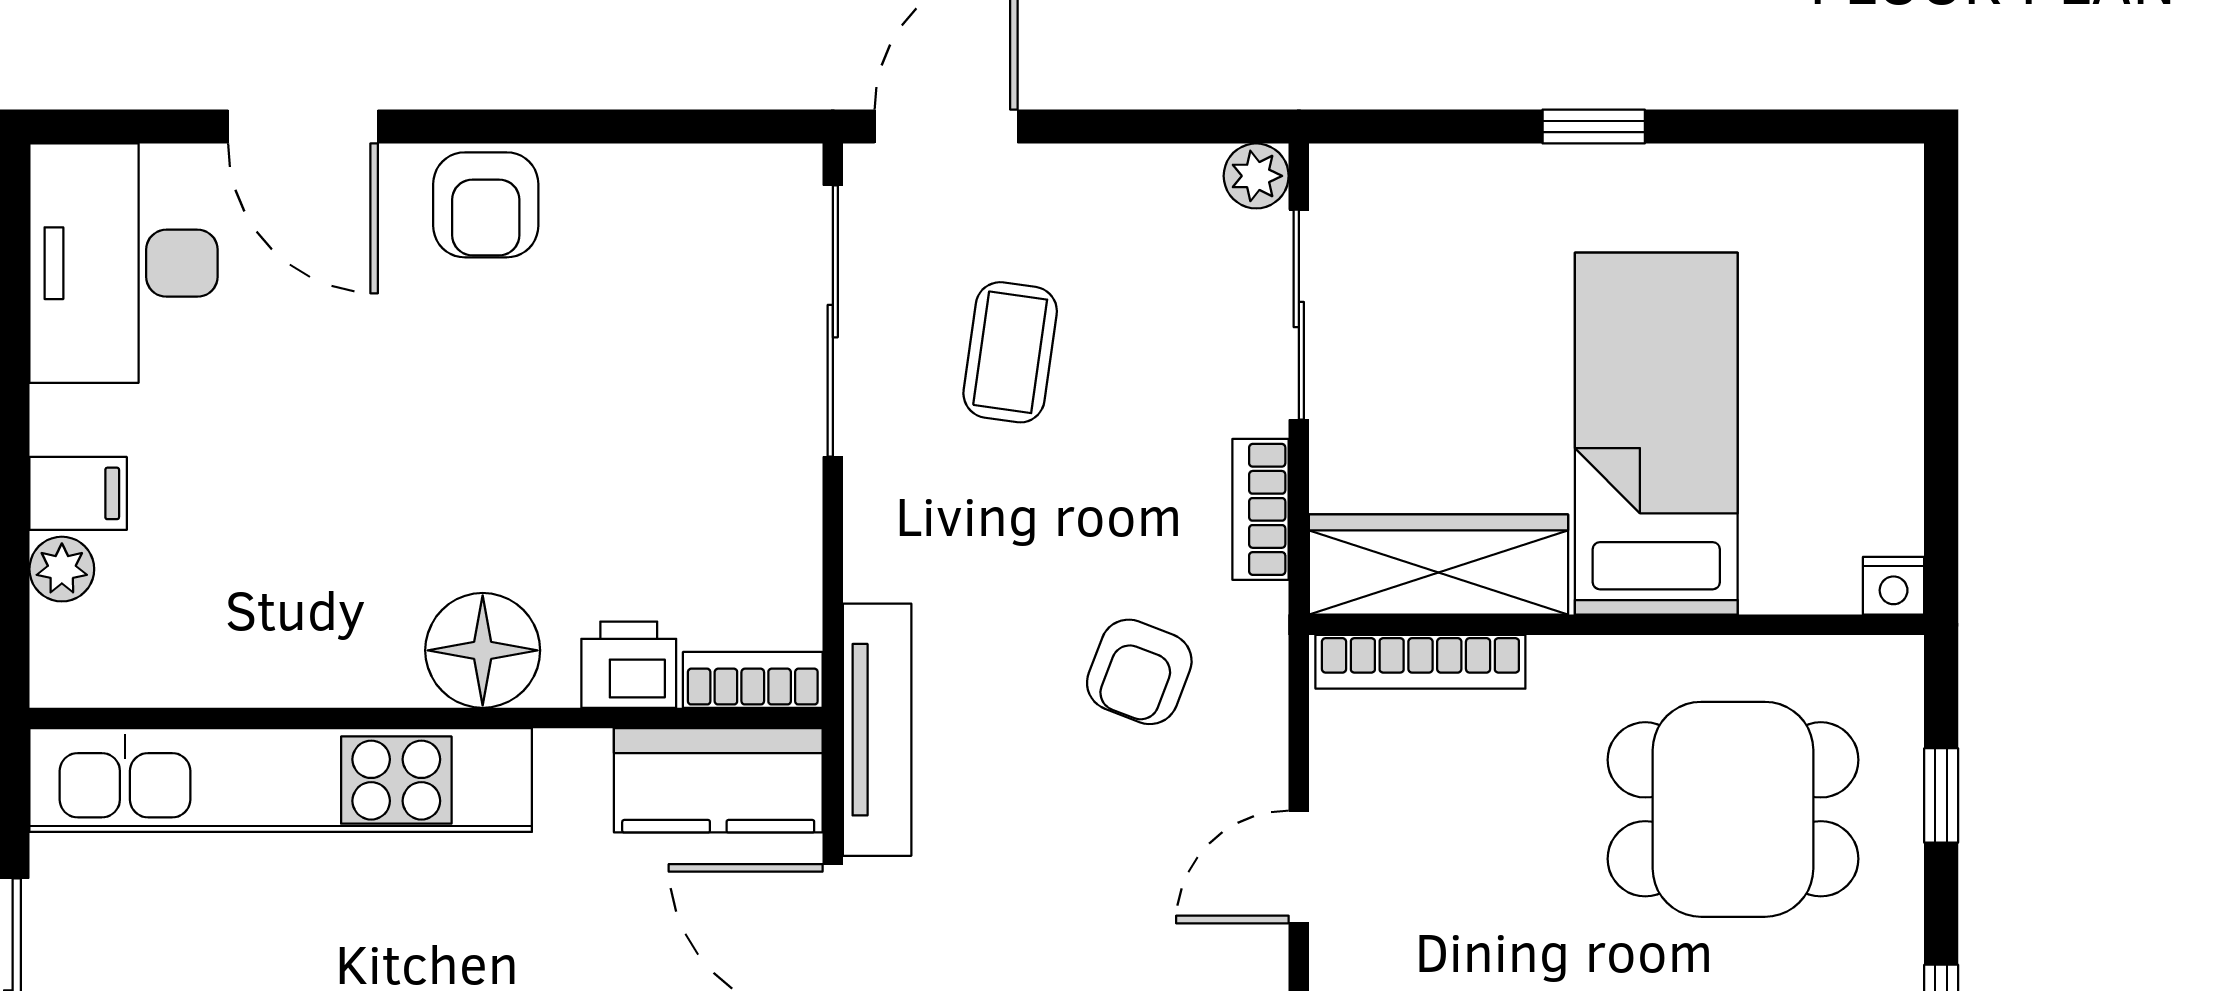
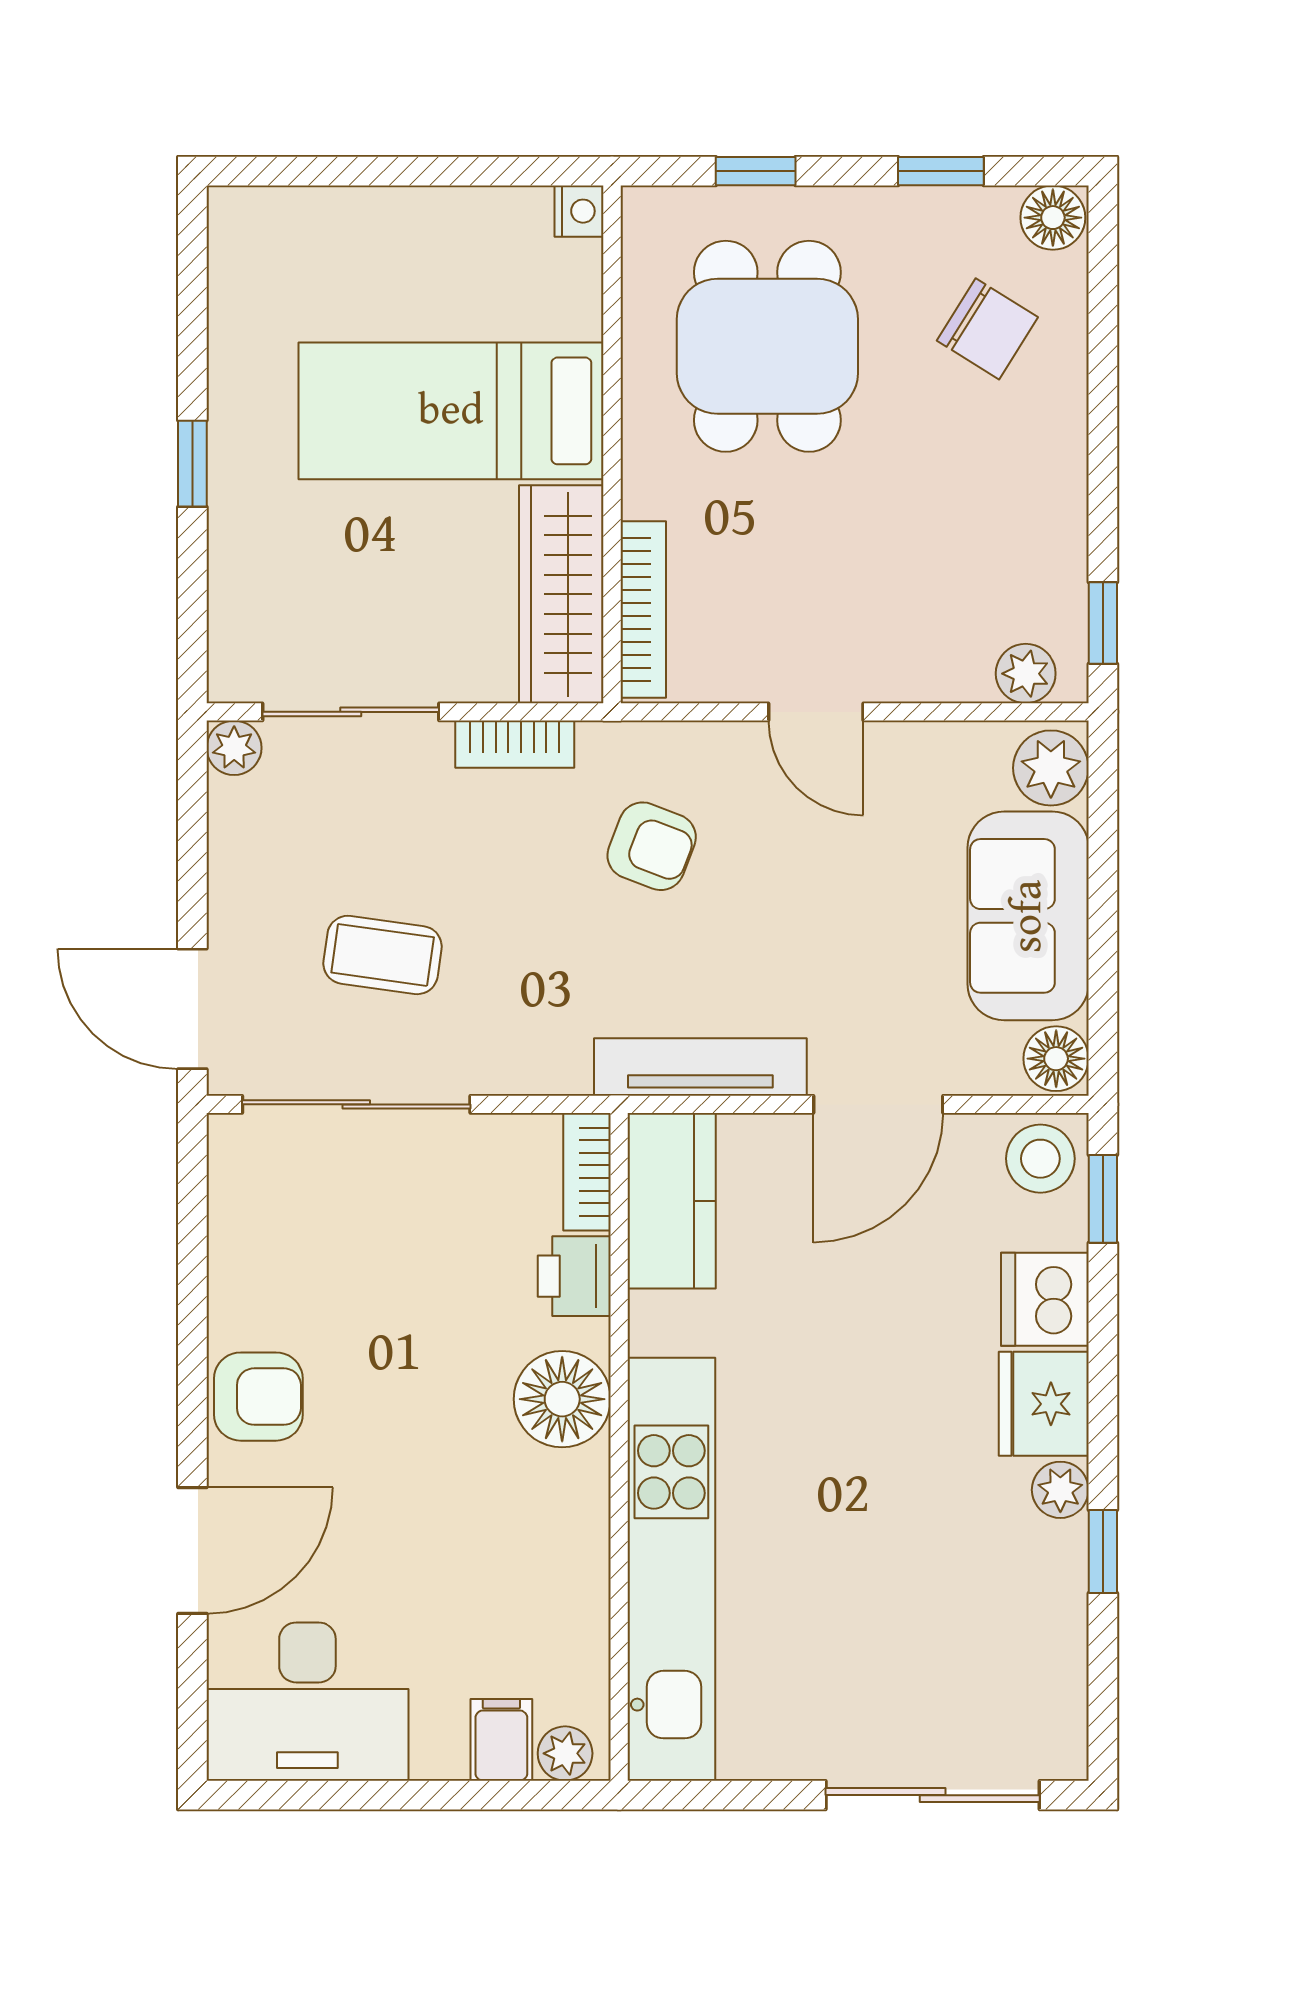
floor lamp: (483, 650) -> (562, 1399), moved
printer: (629, 665) -> (574, 1276), moved
bookcase: (753, 680) -> (587, 1172), moved
wall: (426, 718) -> (619, 1447), moved
kitchen unit: (281, 780) -> (671, 1569), moved
kitchen counter: (718, 780) -> (672, 1201), moved

